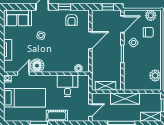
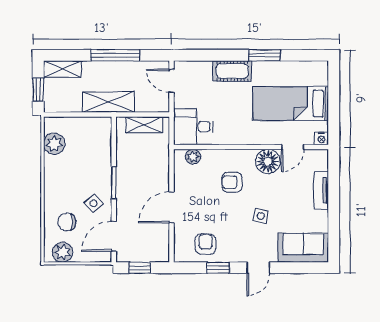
armchair: (57, 54) -> (232, 182), added
desk: (68, 86) -> (193, 127), moved, turned 90
door: (90, 110) -> (172, 81), hinge flipped

